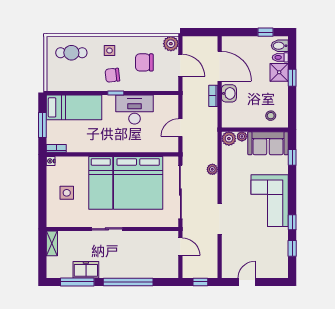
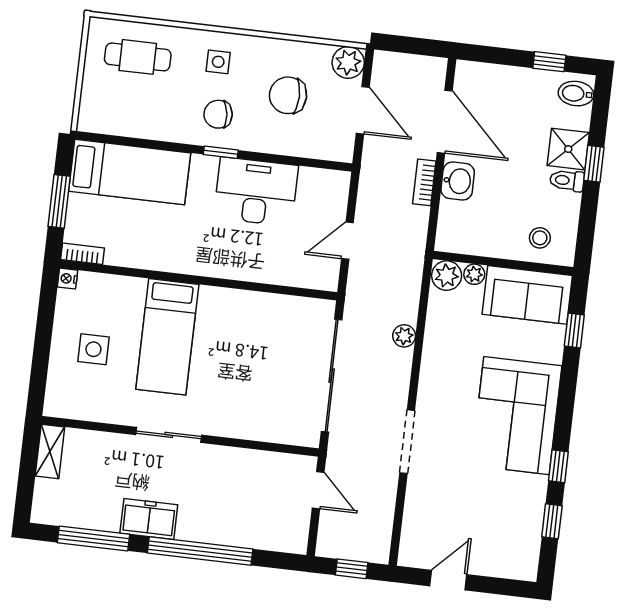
toilet: (280, 57) -> (567, 181), moved
bed: (138, 183) -> (245, 346), removed
freezer: (86, 270) -> (149, 519), moved

